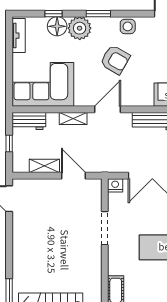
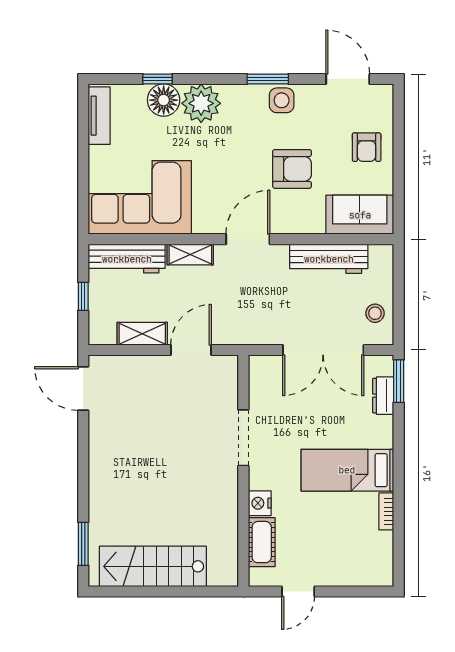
window: (98, 14) -> (268, 79), moved
armchair: (115, 60) -> (292, 169), moved, turned -30
workbench: (29, 121) -> (127, 259), width x1.38
door: (74, 176) -> (191, 350), hinge flipped
nightstand: (115, 185) -> (260, 503), moved, turned -90

